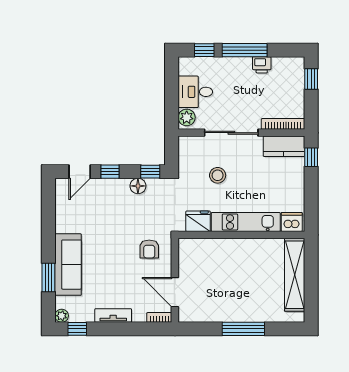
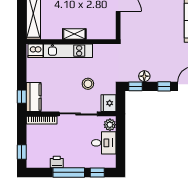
kitchen counter: (284, 146) -> (34, 97), moved, turned 90
fridge: (198, 221) -> (108, 103), moved, turned 90
shelving: (237, 246) -> (74, 34), added
armchair: (149, 249) -> (136, 32), removed

